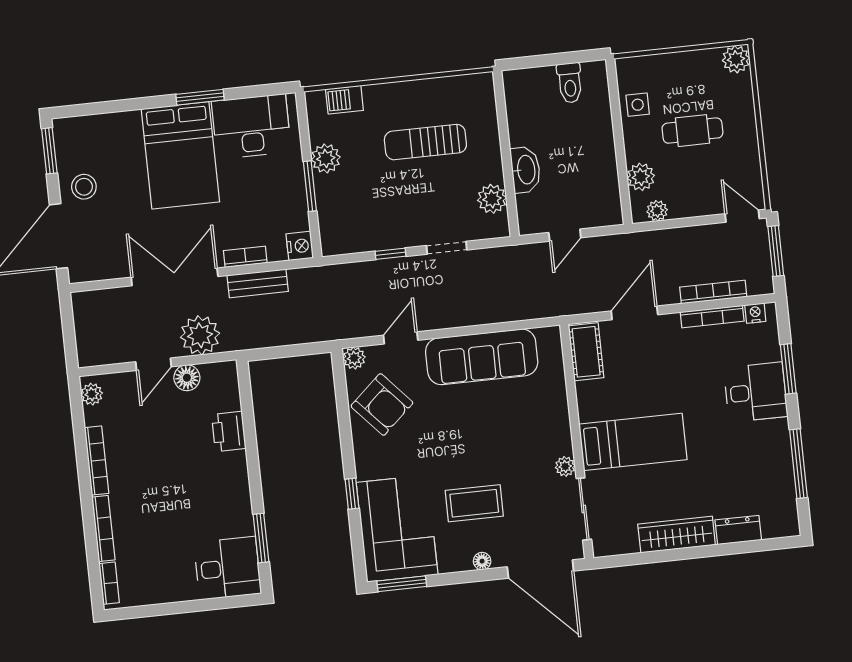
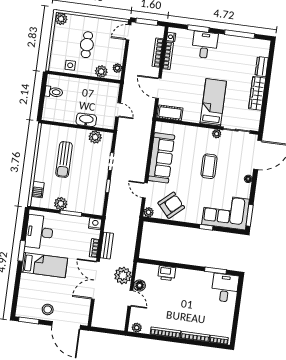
bed: (180, 155) -> (44, 265), width x0.67
coffee table: (474, 503) -> (209, 166), moved

